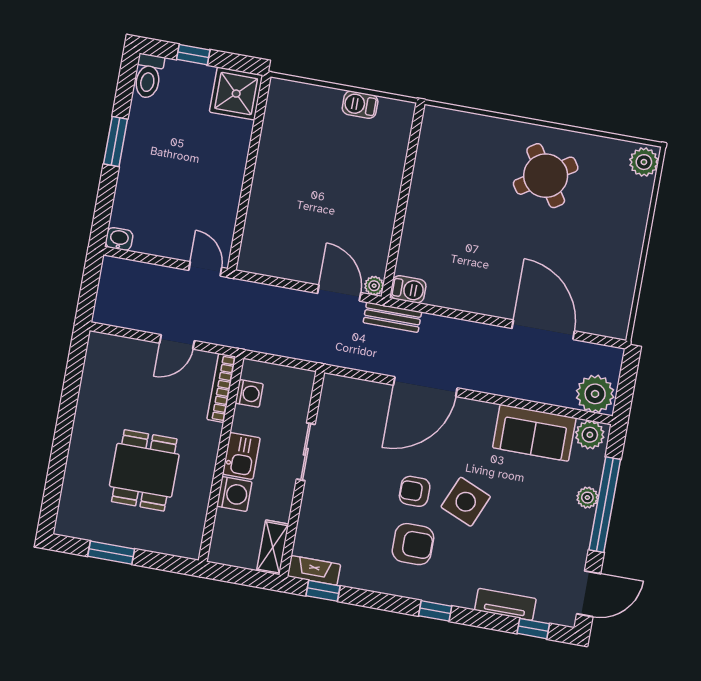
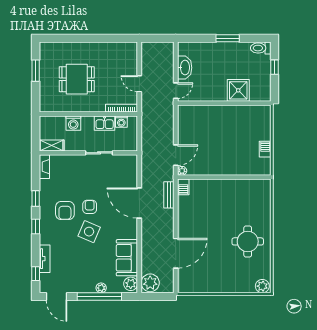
shower: (236, 94) -> (238, 90), moved
round table: (546, 176) -> (248, 241), turned 33
washbasin: (119, 239) -> (185, 68), moved, width x1.91, depth x1.45
bench: (392, 317) -> (169, 195), moved
kitchen sink: (241, 456) -> (105, 123), moved
window: (323, 591) -> (36, 198), moved

